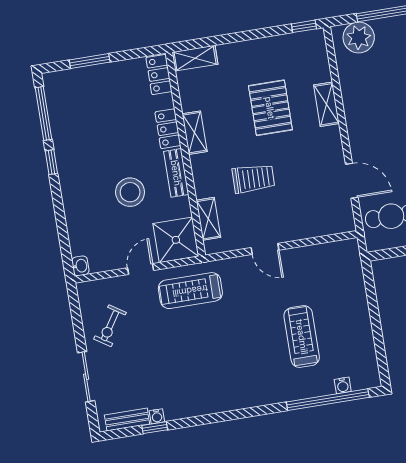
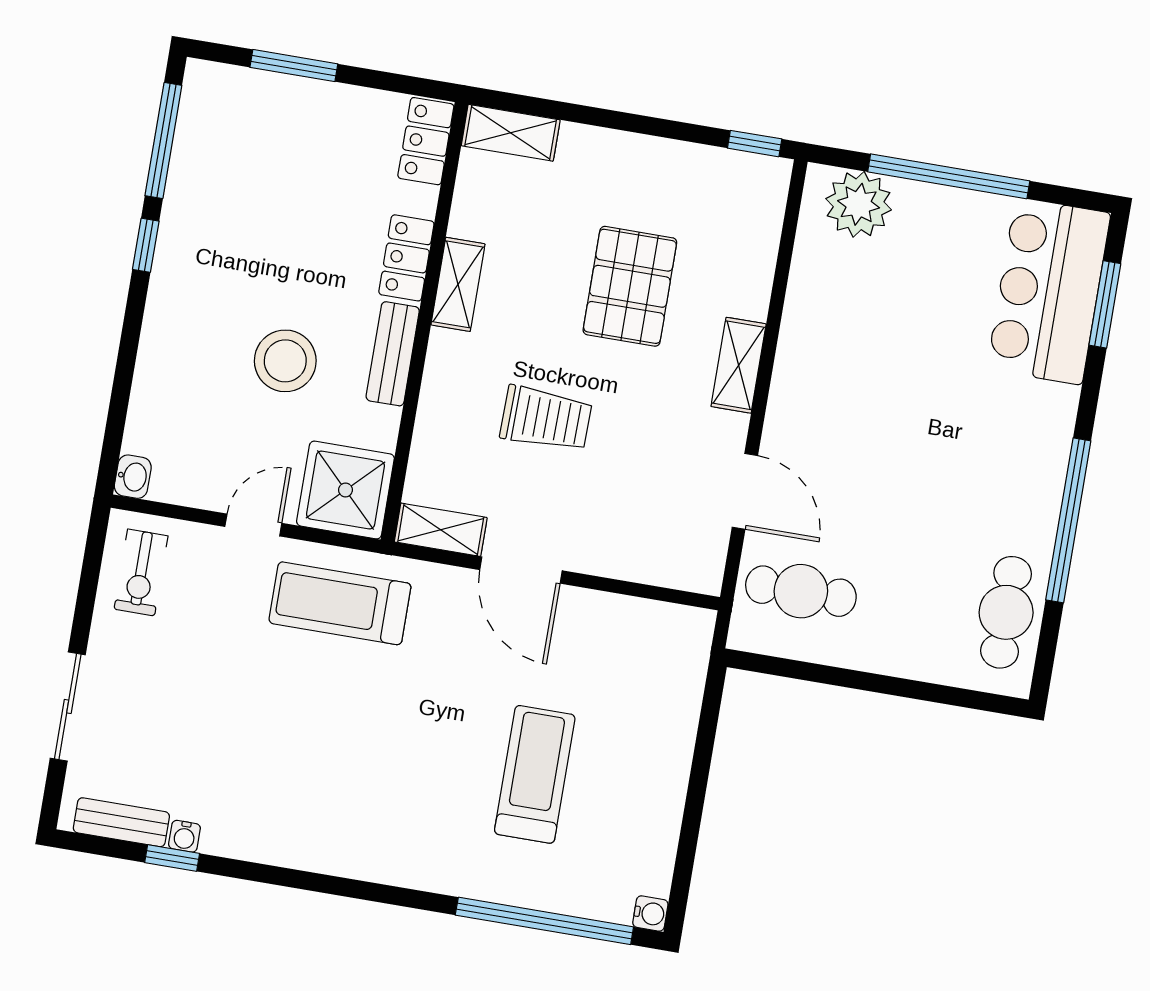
shelving: (326, 104) -> (739, 365), moved
shelving: (208, 219) -> (441, 530), moved, turned 90
door: (265, 249) -> (521, 570), width x1.38
exercise bike: (110, 326) -> (141, 572), moved, turned -33
water cooler: (343, 385) -> (650, 913), moved, turned -90

